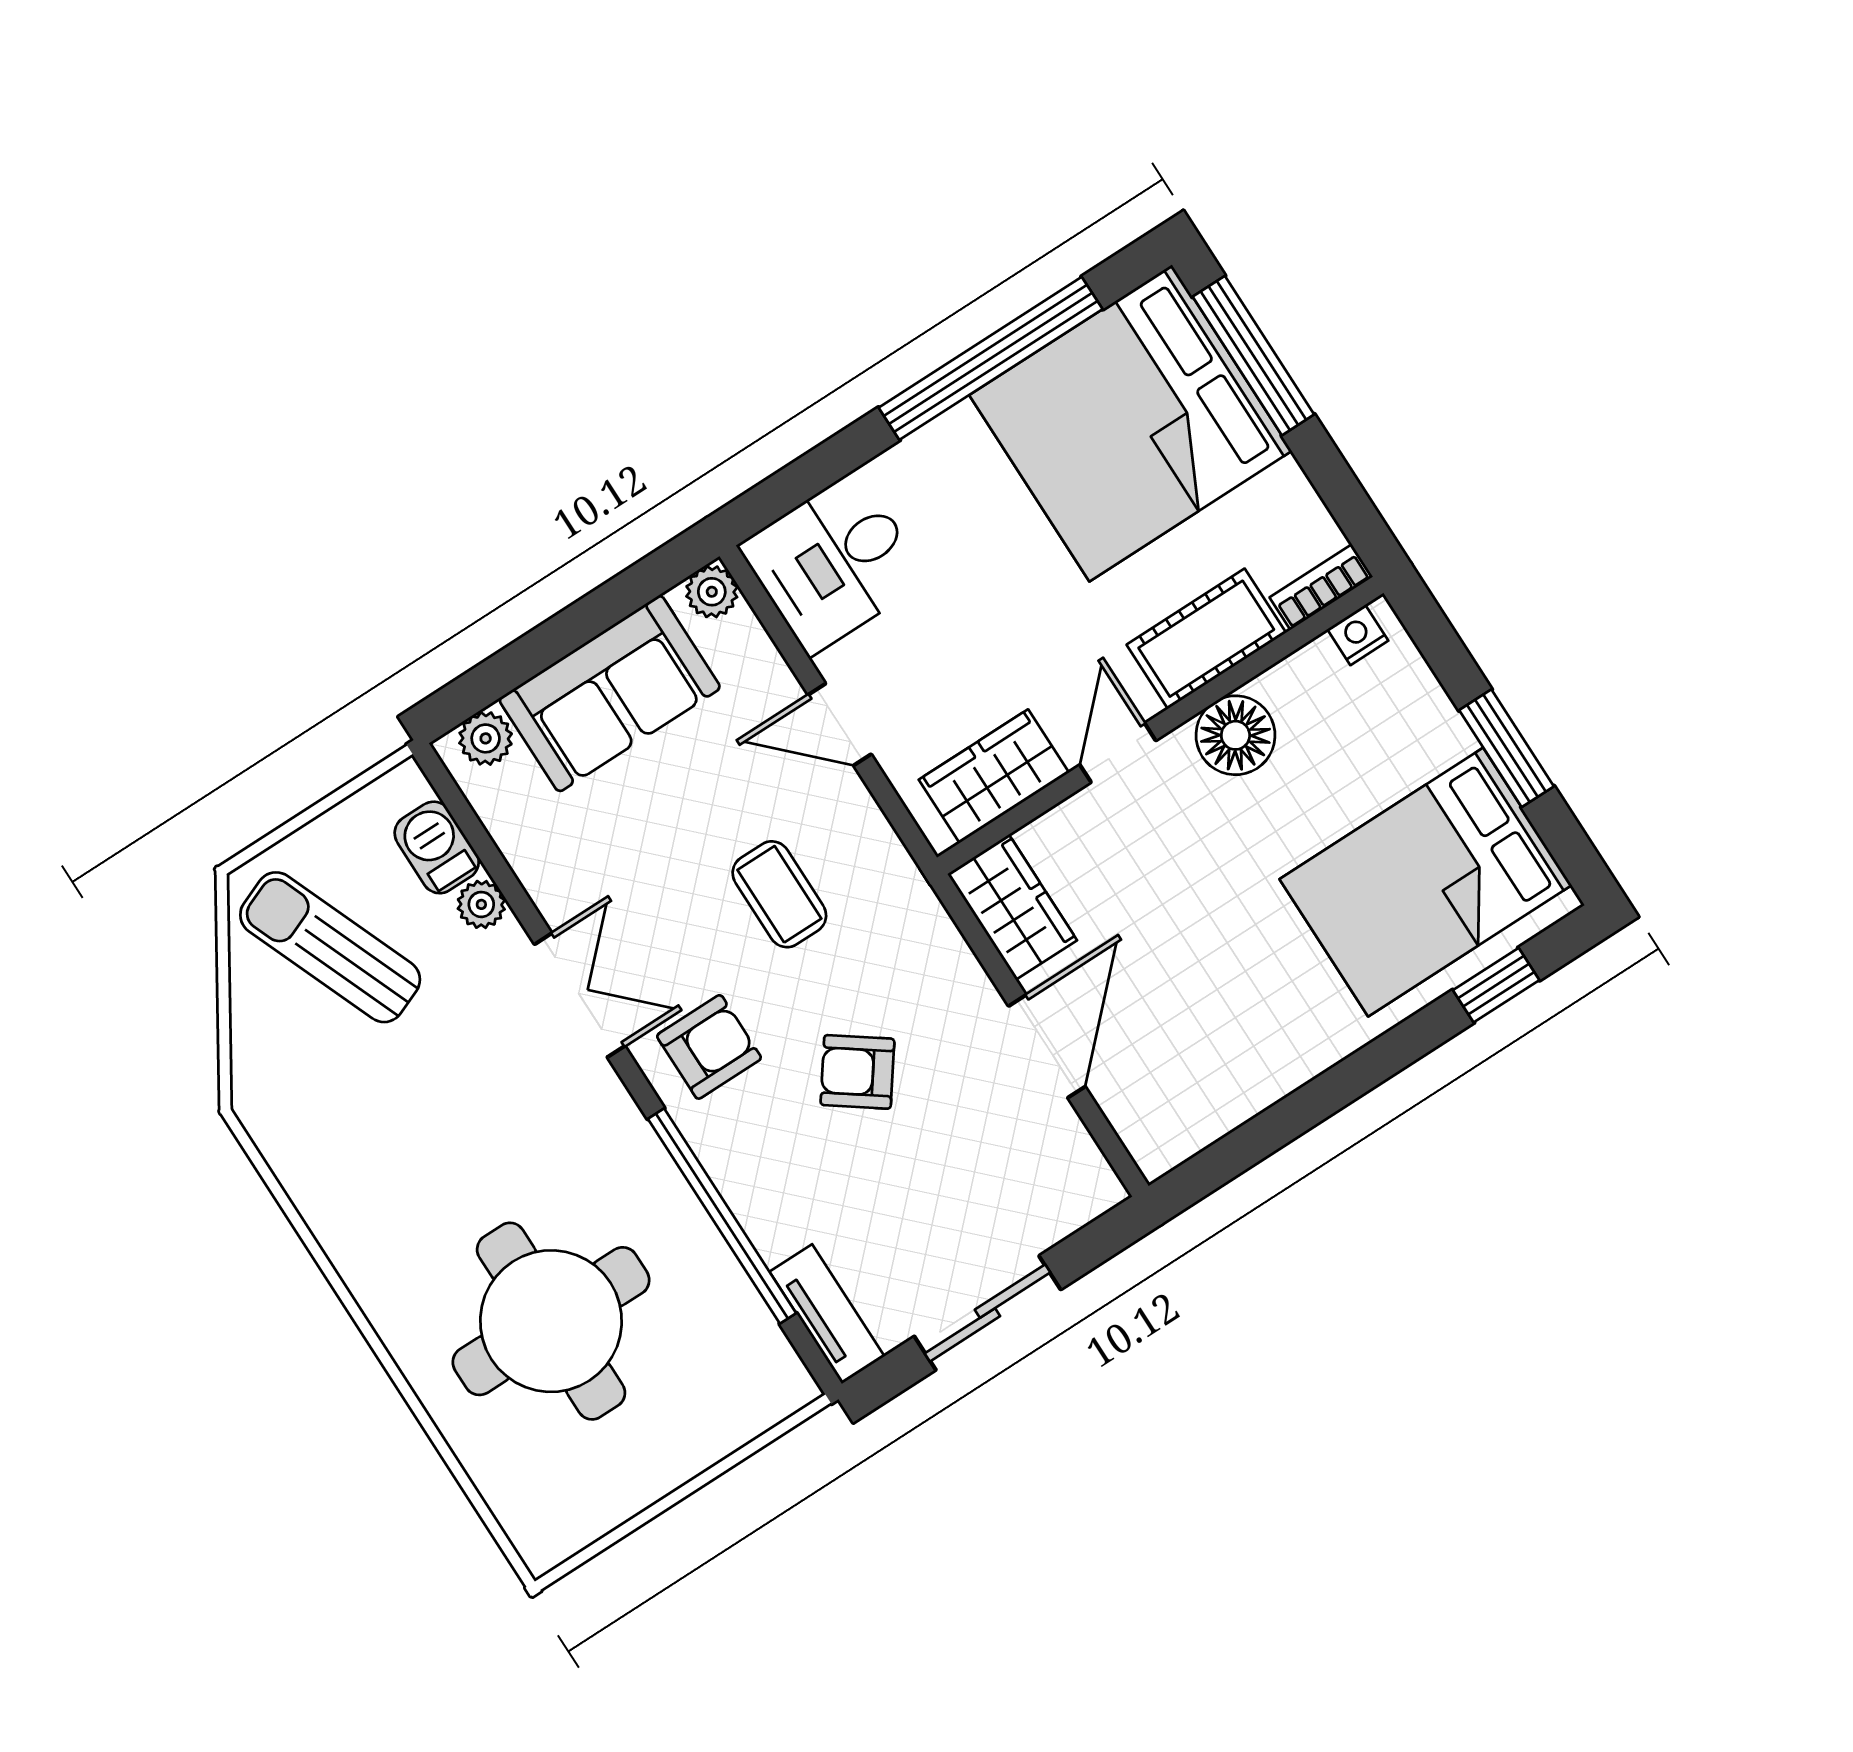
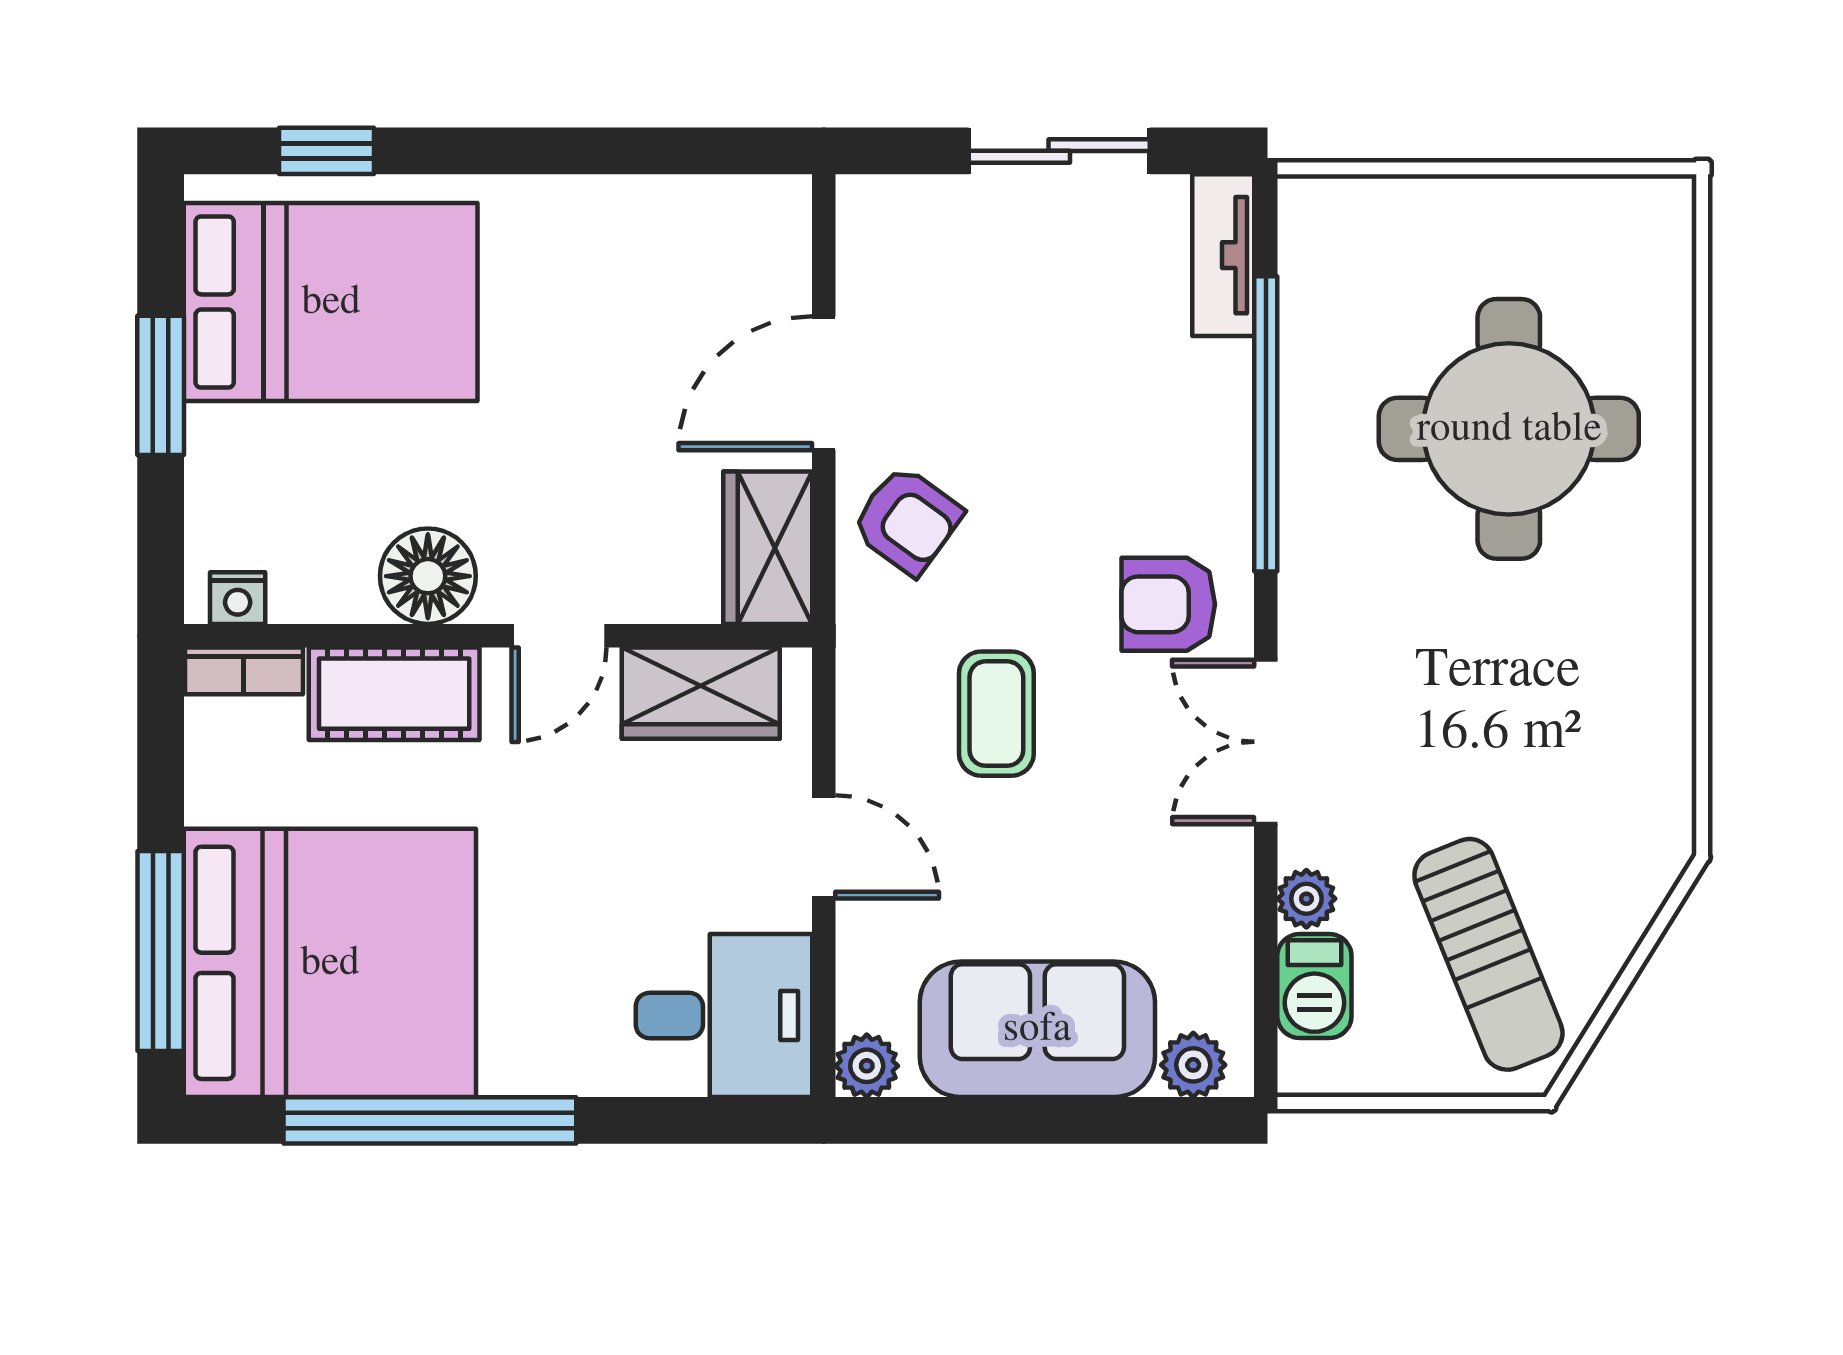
armchair: (857, 1072) -> (907, 520), moved

